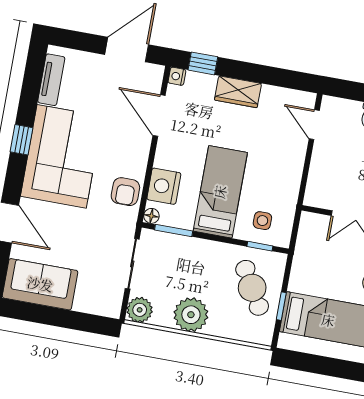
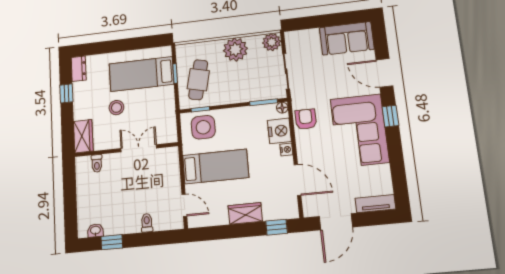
nightstand: (177, 76) -> (286, 149), moved
tv unit: (51, 80) -> (375, 204), moved, turned 90
window: (22, 140) -> (390, 116), moved
bed: (220, 192) -> (216, 167), moved, turned -90
side table: (262, 221) -> (203, 127), width x1.87, depth x1.87
cafe table: (252, 288) -> (198, 80), turned 43

